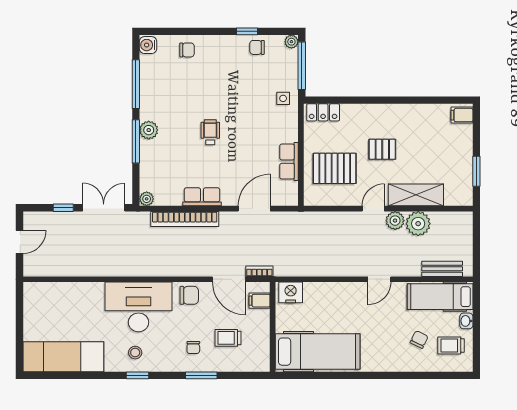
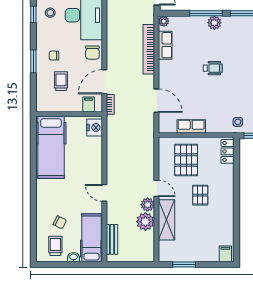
row of seats: (202, 197) -> (165, 45), moved

